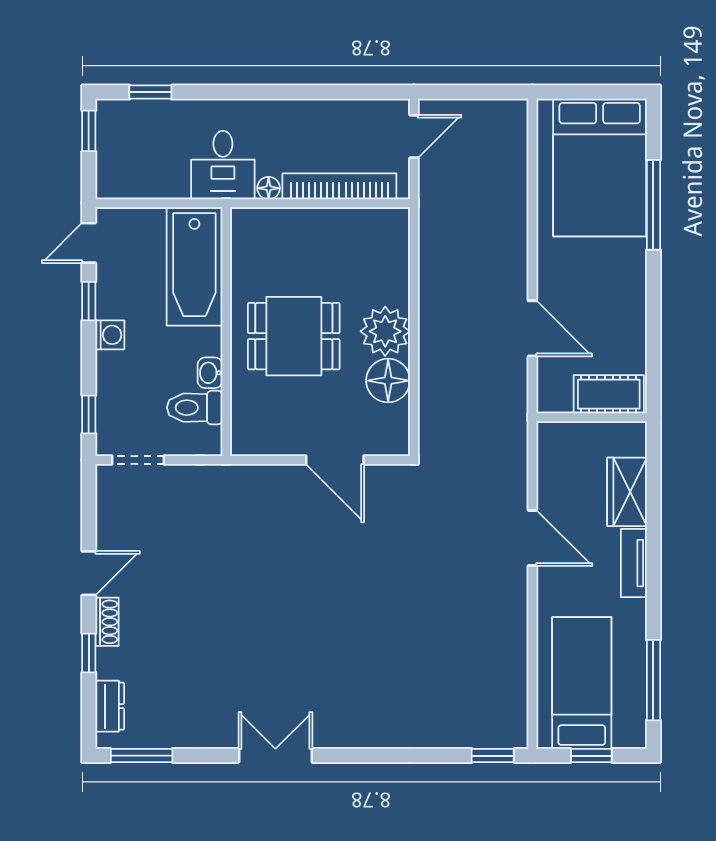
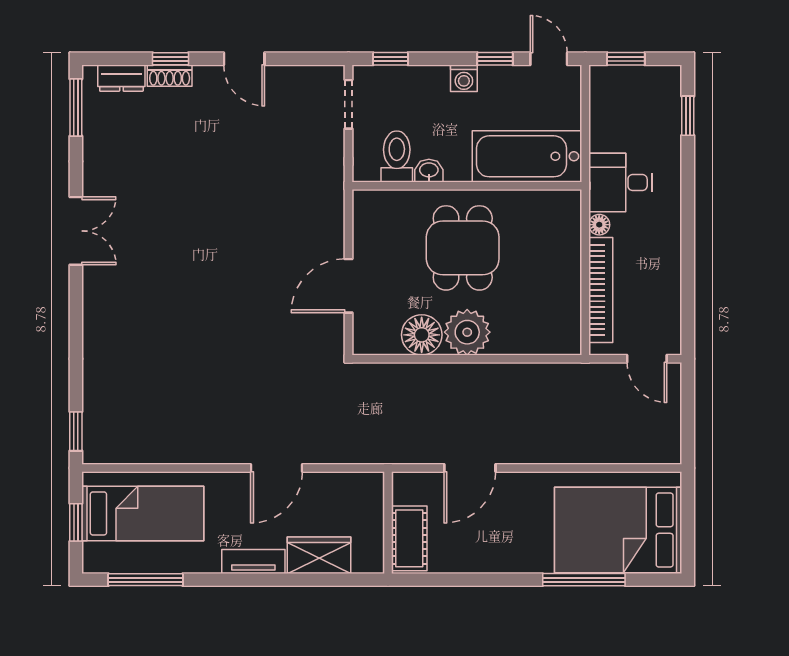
window: (89, 131) -> (626, 59), moved
shoe rack: (107, 622) -> (170, 76), moved

